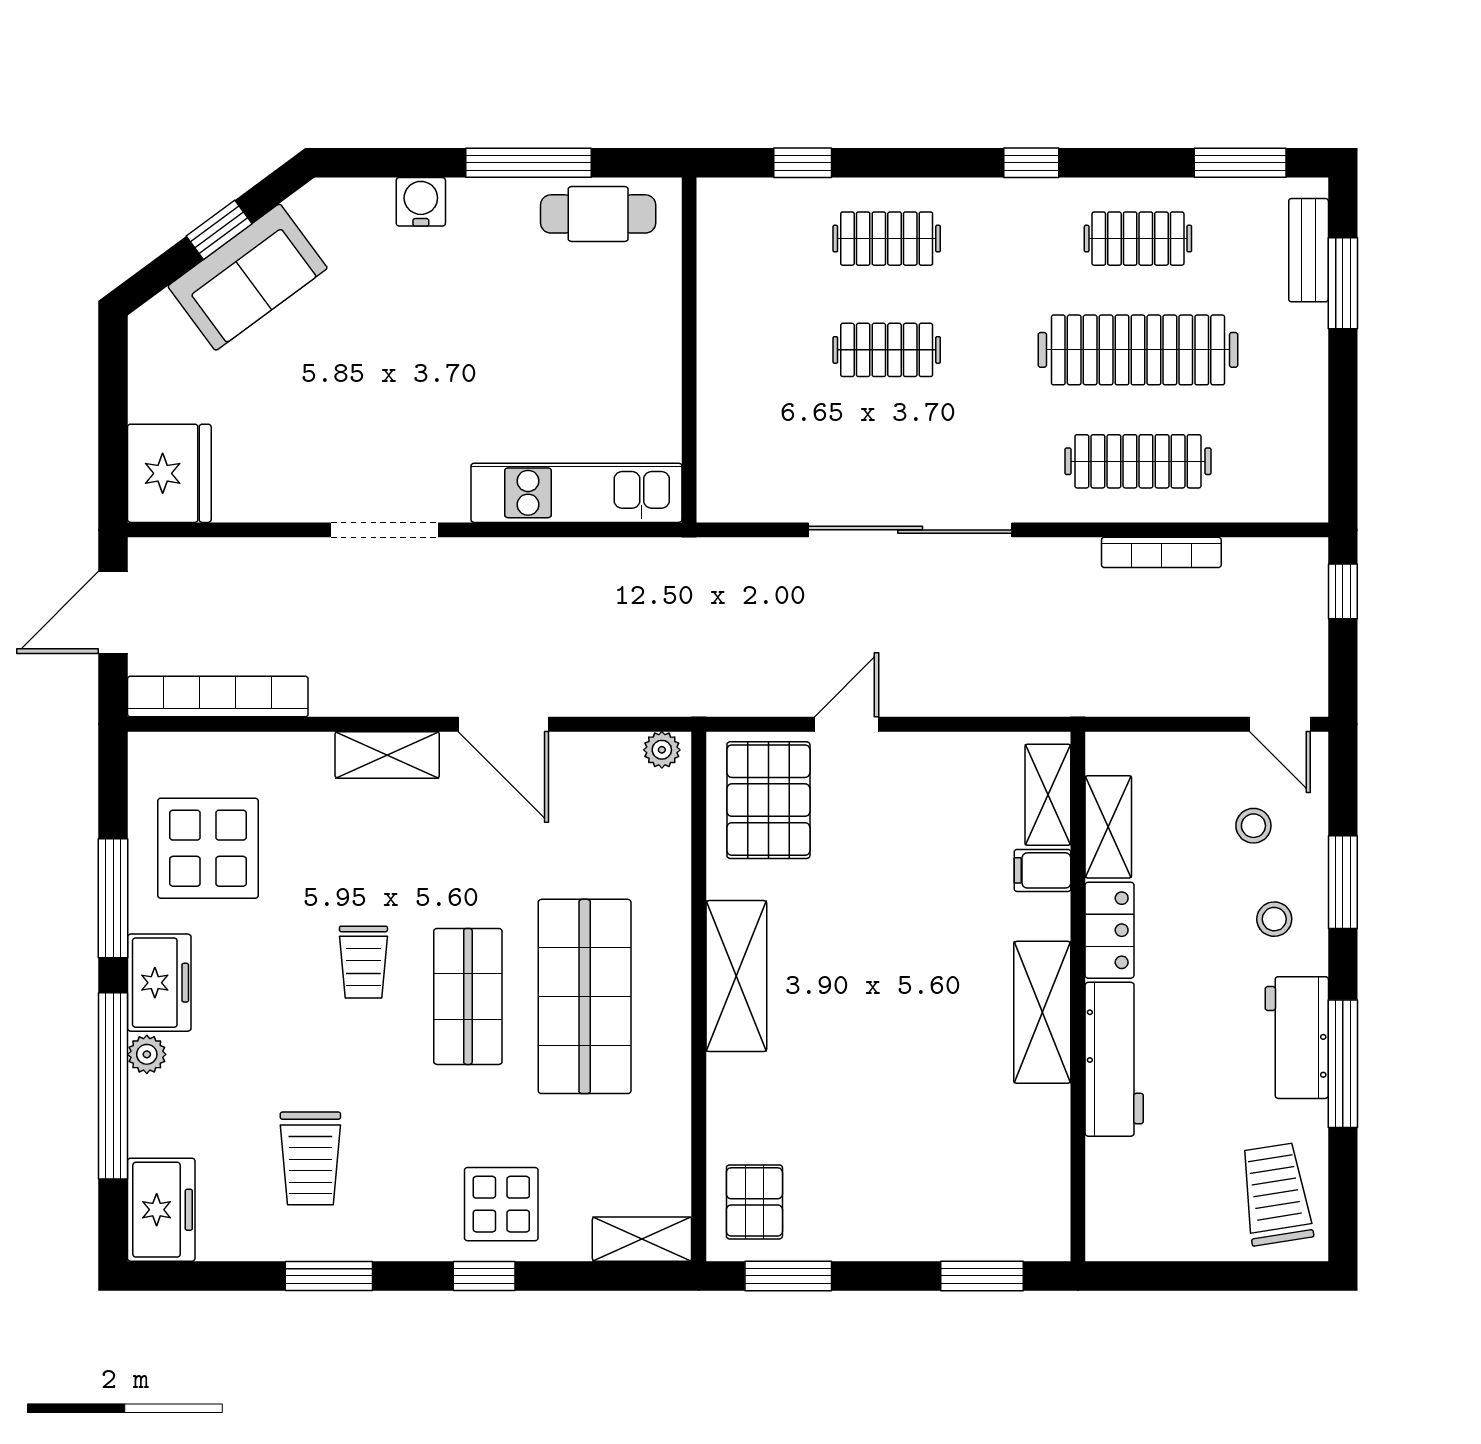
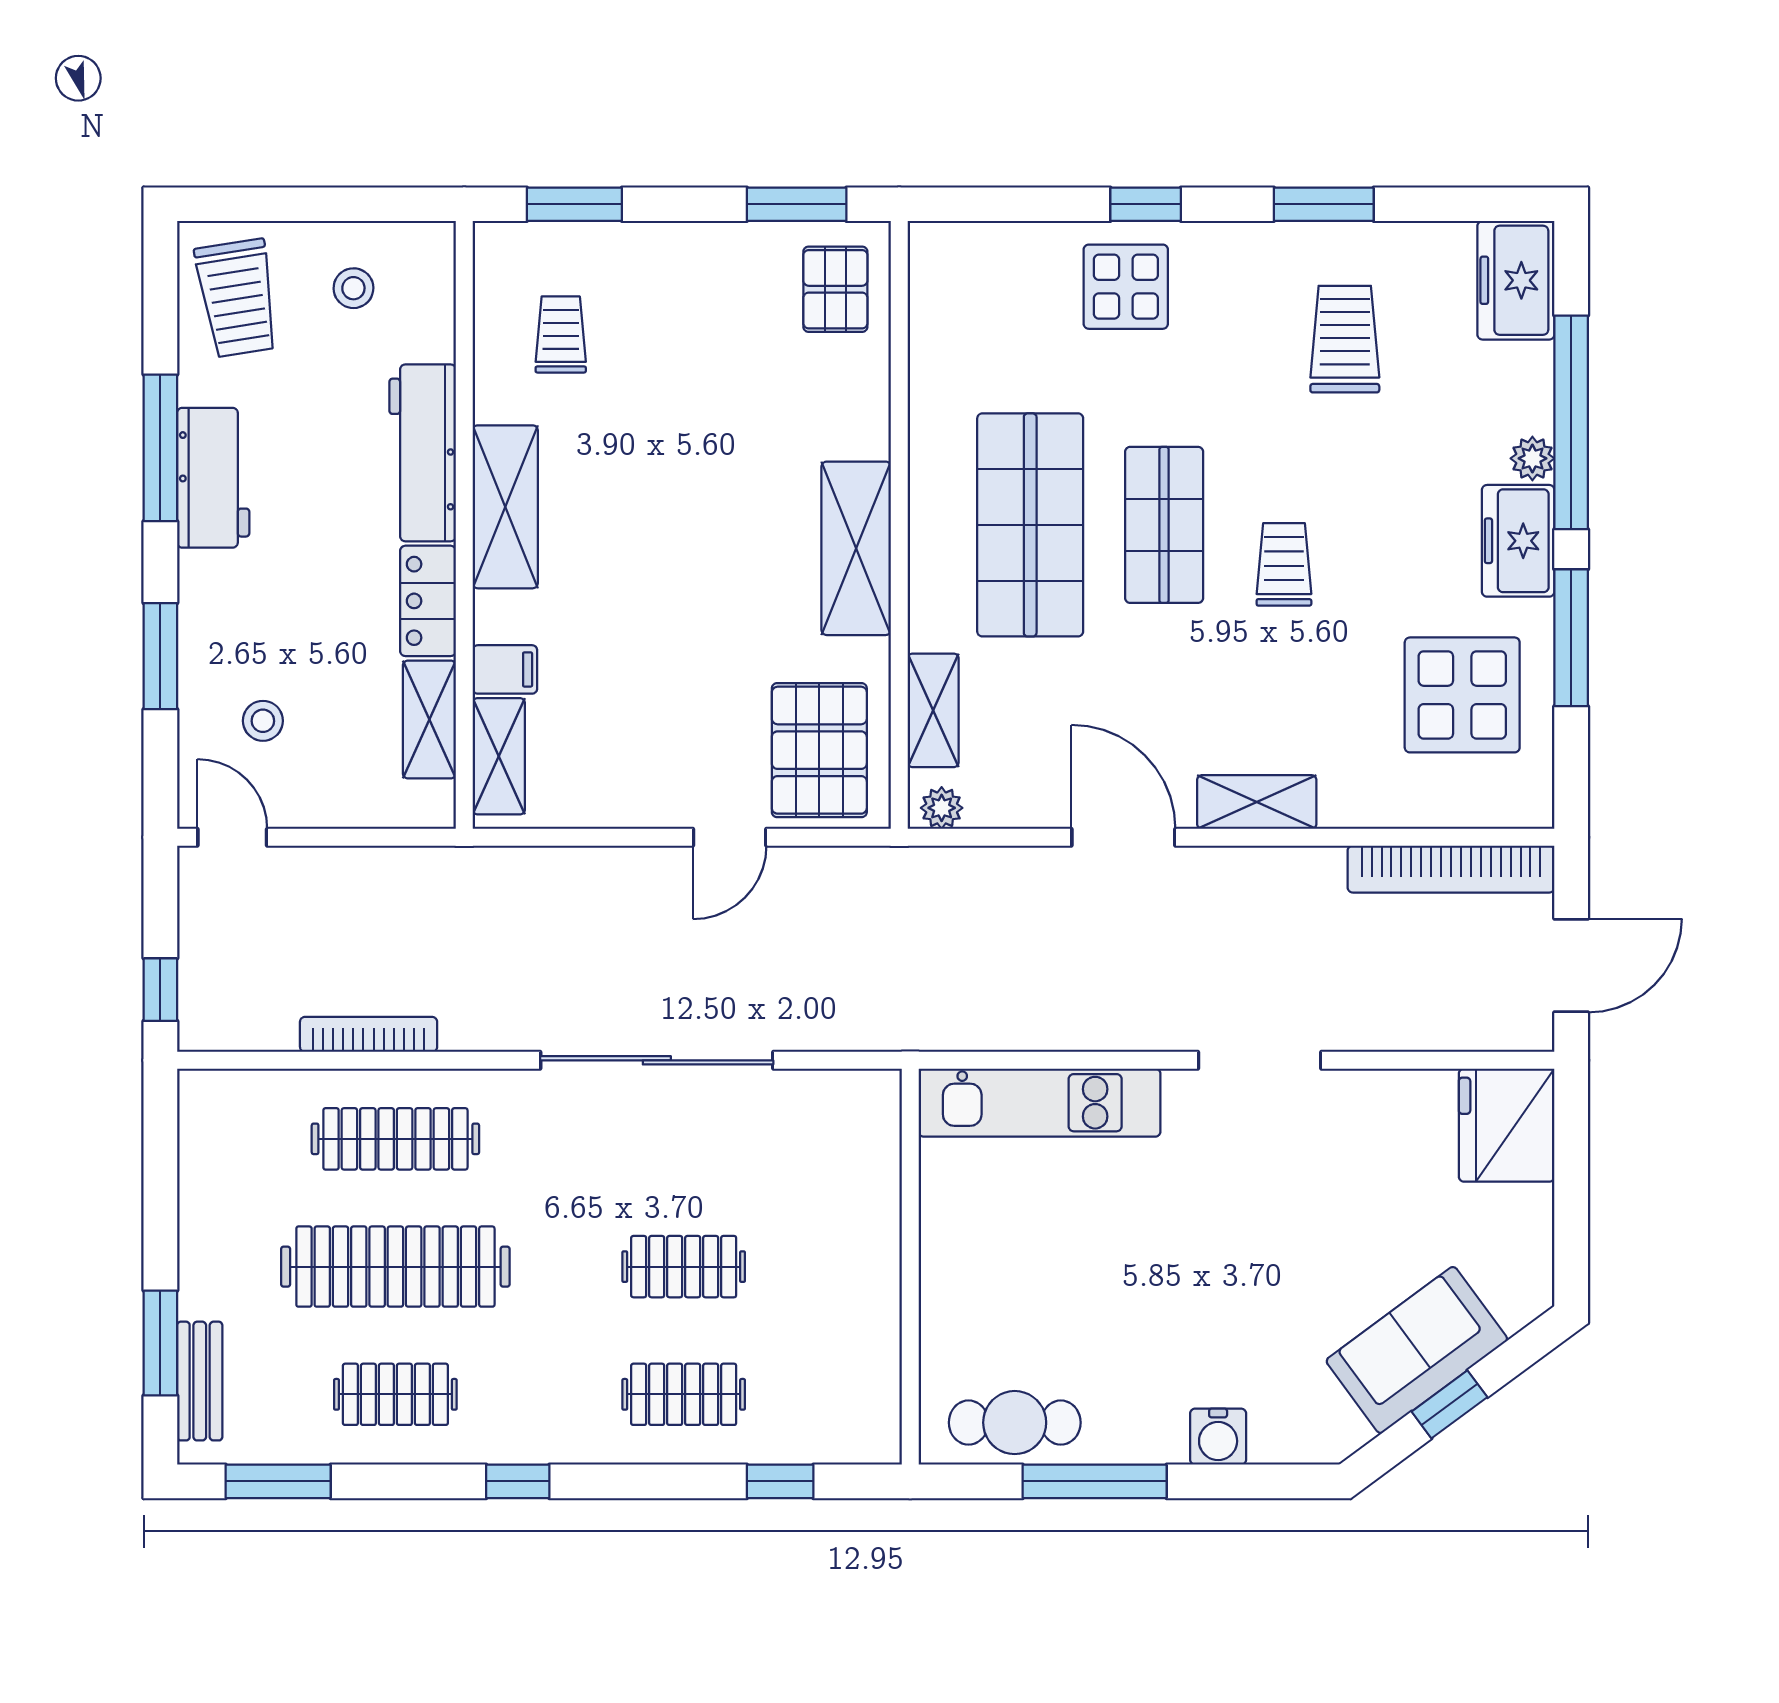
stool: (1274, 919) -> (353, 288), moved
trolley: (994, 1162) -> (561, 334), added
shelving: (642, 1239) -> (933, 710), moved, turned 90

